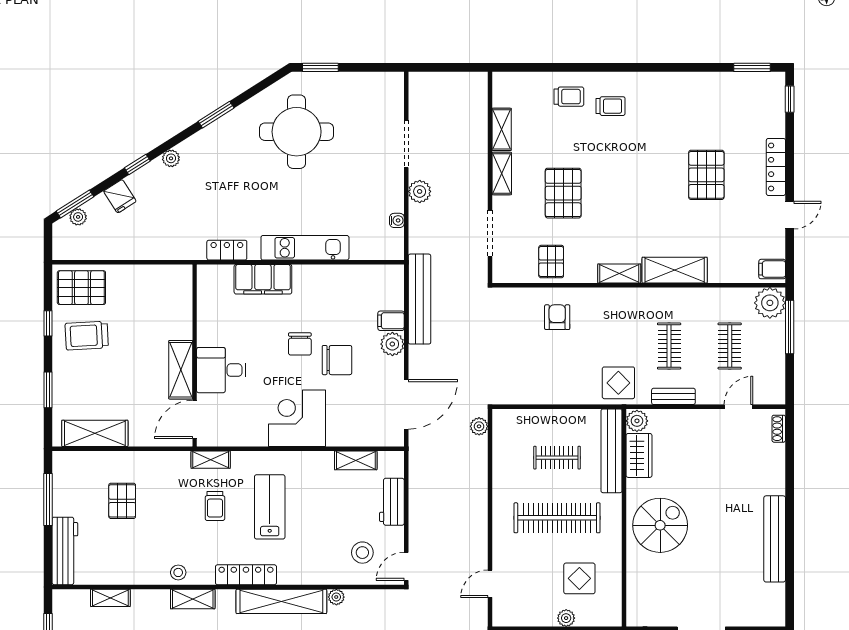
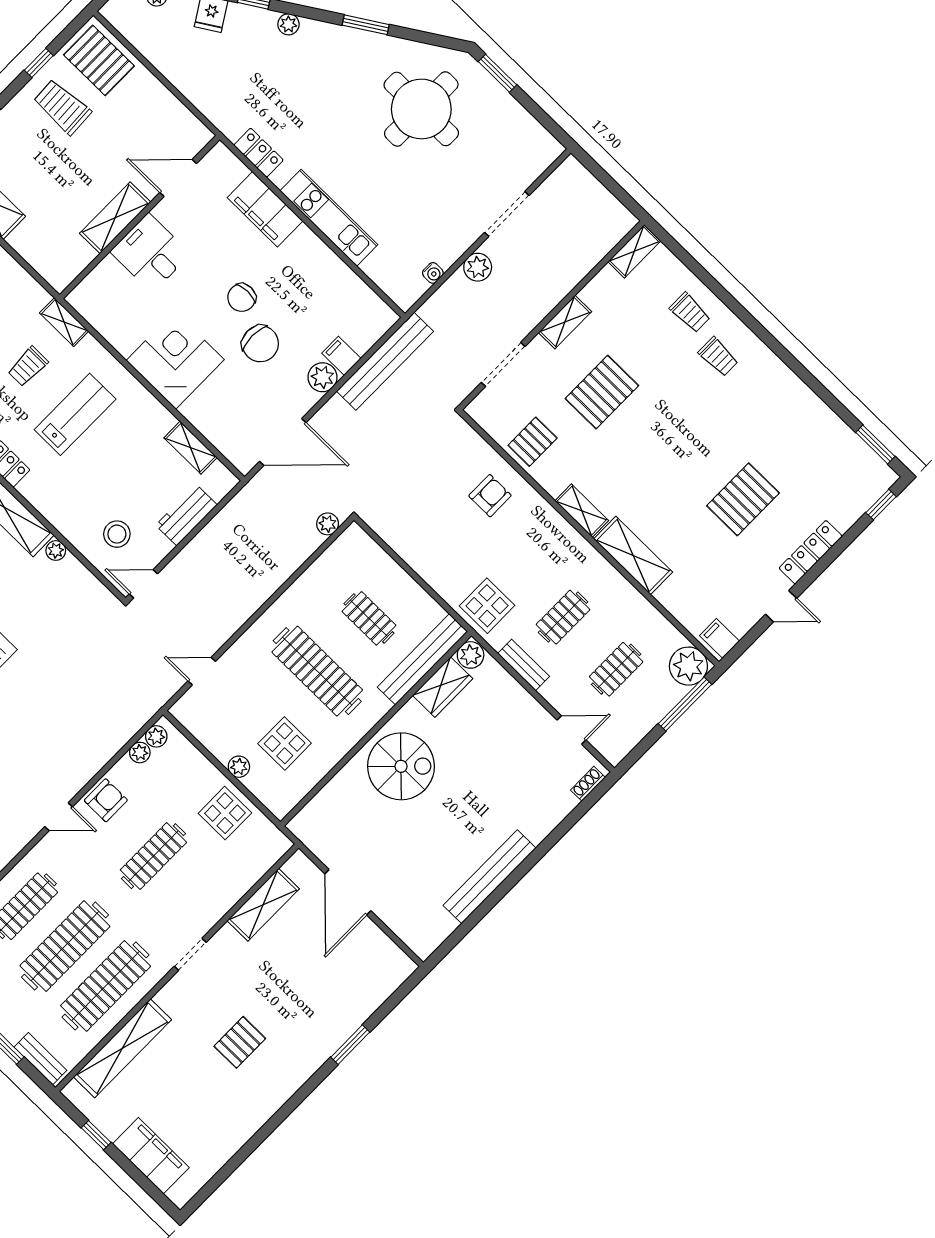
shelving: (502, 129) -> (634, 251), moved
door: (195, 419) -> (178, 178), moved

